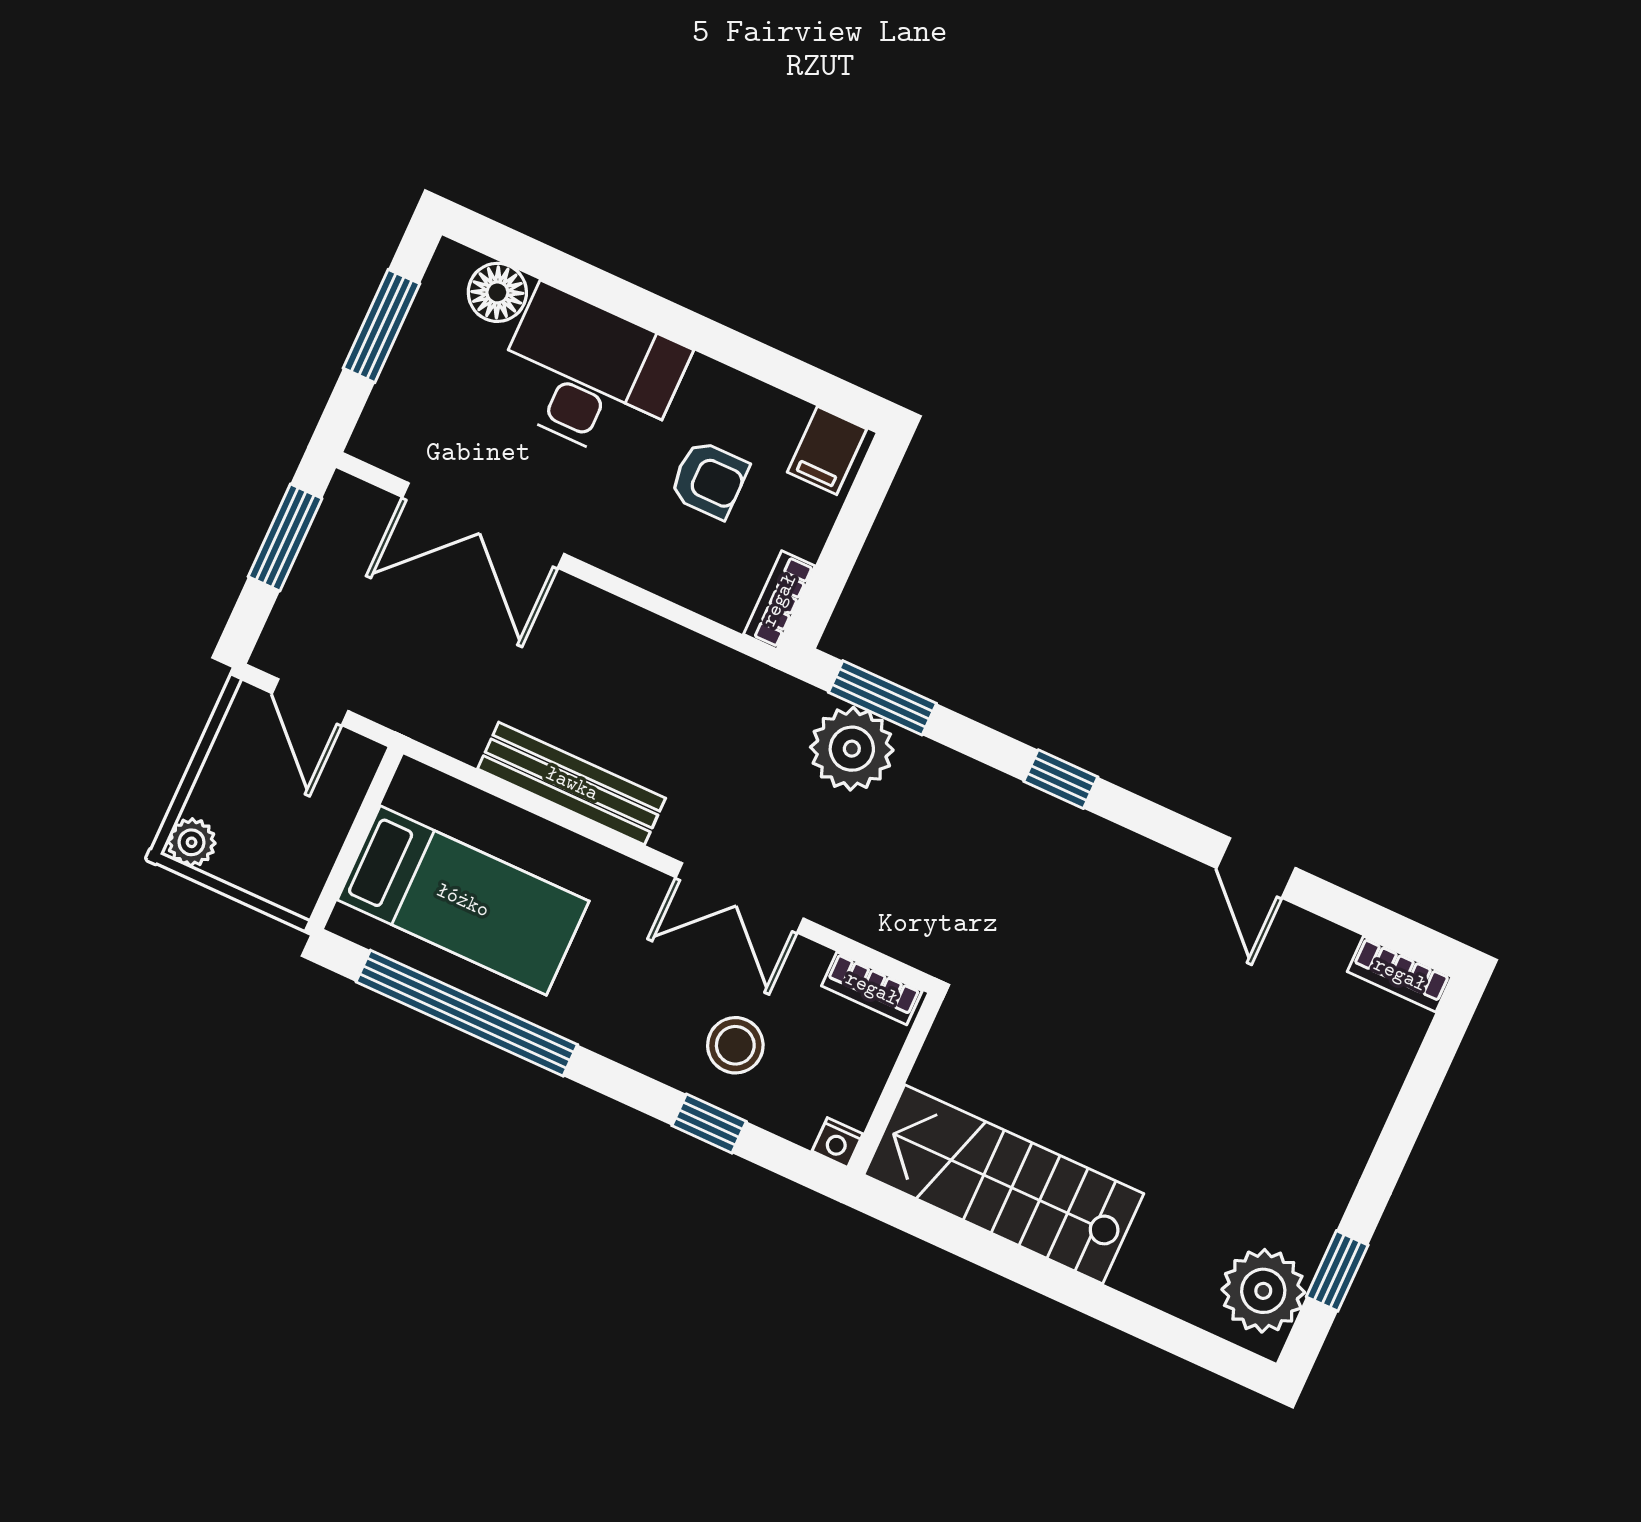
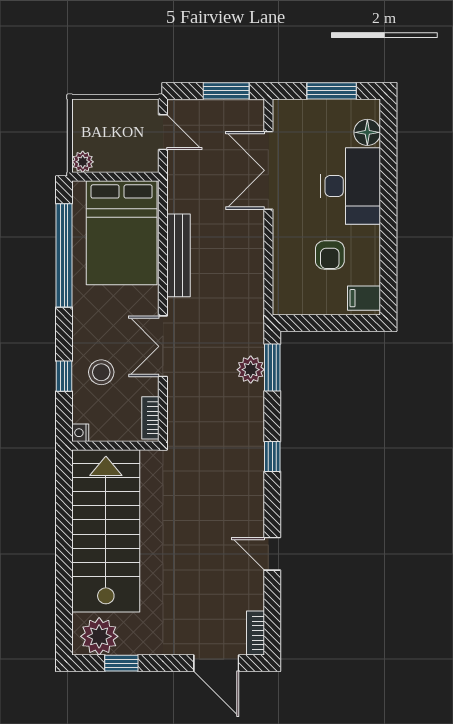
bookcase: (779, 600) -> (293, 307), removed
door: (310, 702) -> (163, 132), swing flipped
plant: (852, 749) -> (251, 370), width x0.73, depth x0.73
plant: (192, 842) -> (83, 162), moved
door: (1256, 868) -> (272, 554), hinge flipped
bed: (463, 900) -> (122, 233), width x1.50
door: (1424, 1081) -> (216, 663), added
stairs: (1004, 1184) -> (106, 531), width x1.36, depth x1.51

